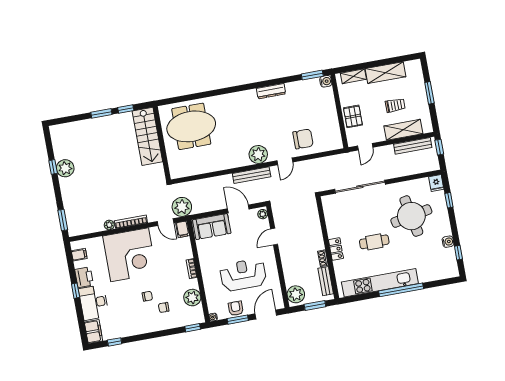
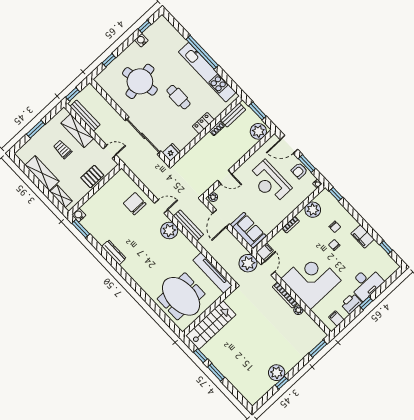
tv unit: (194, 169) -> (213, 273), added
fridge: (436, 183) -> (171, 152), moved
filing cabinet: (93, 332) -> (363, 236), moved, turned -90

